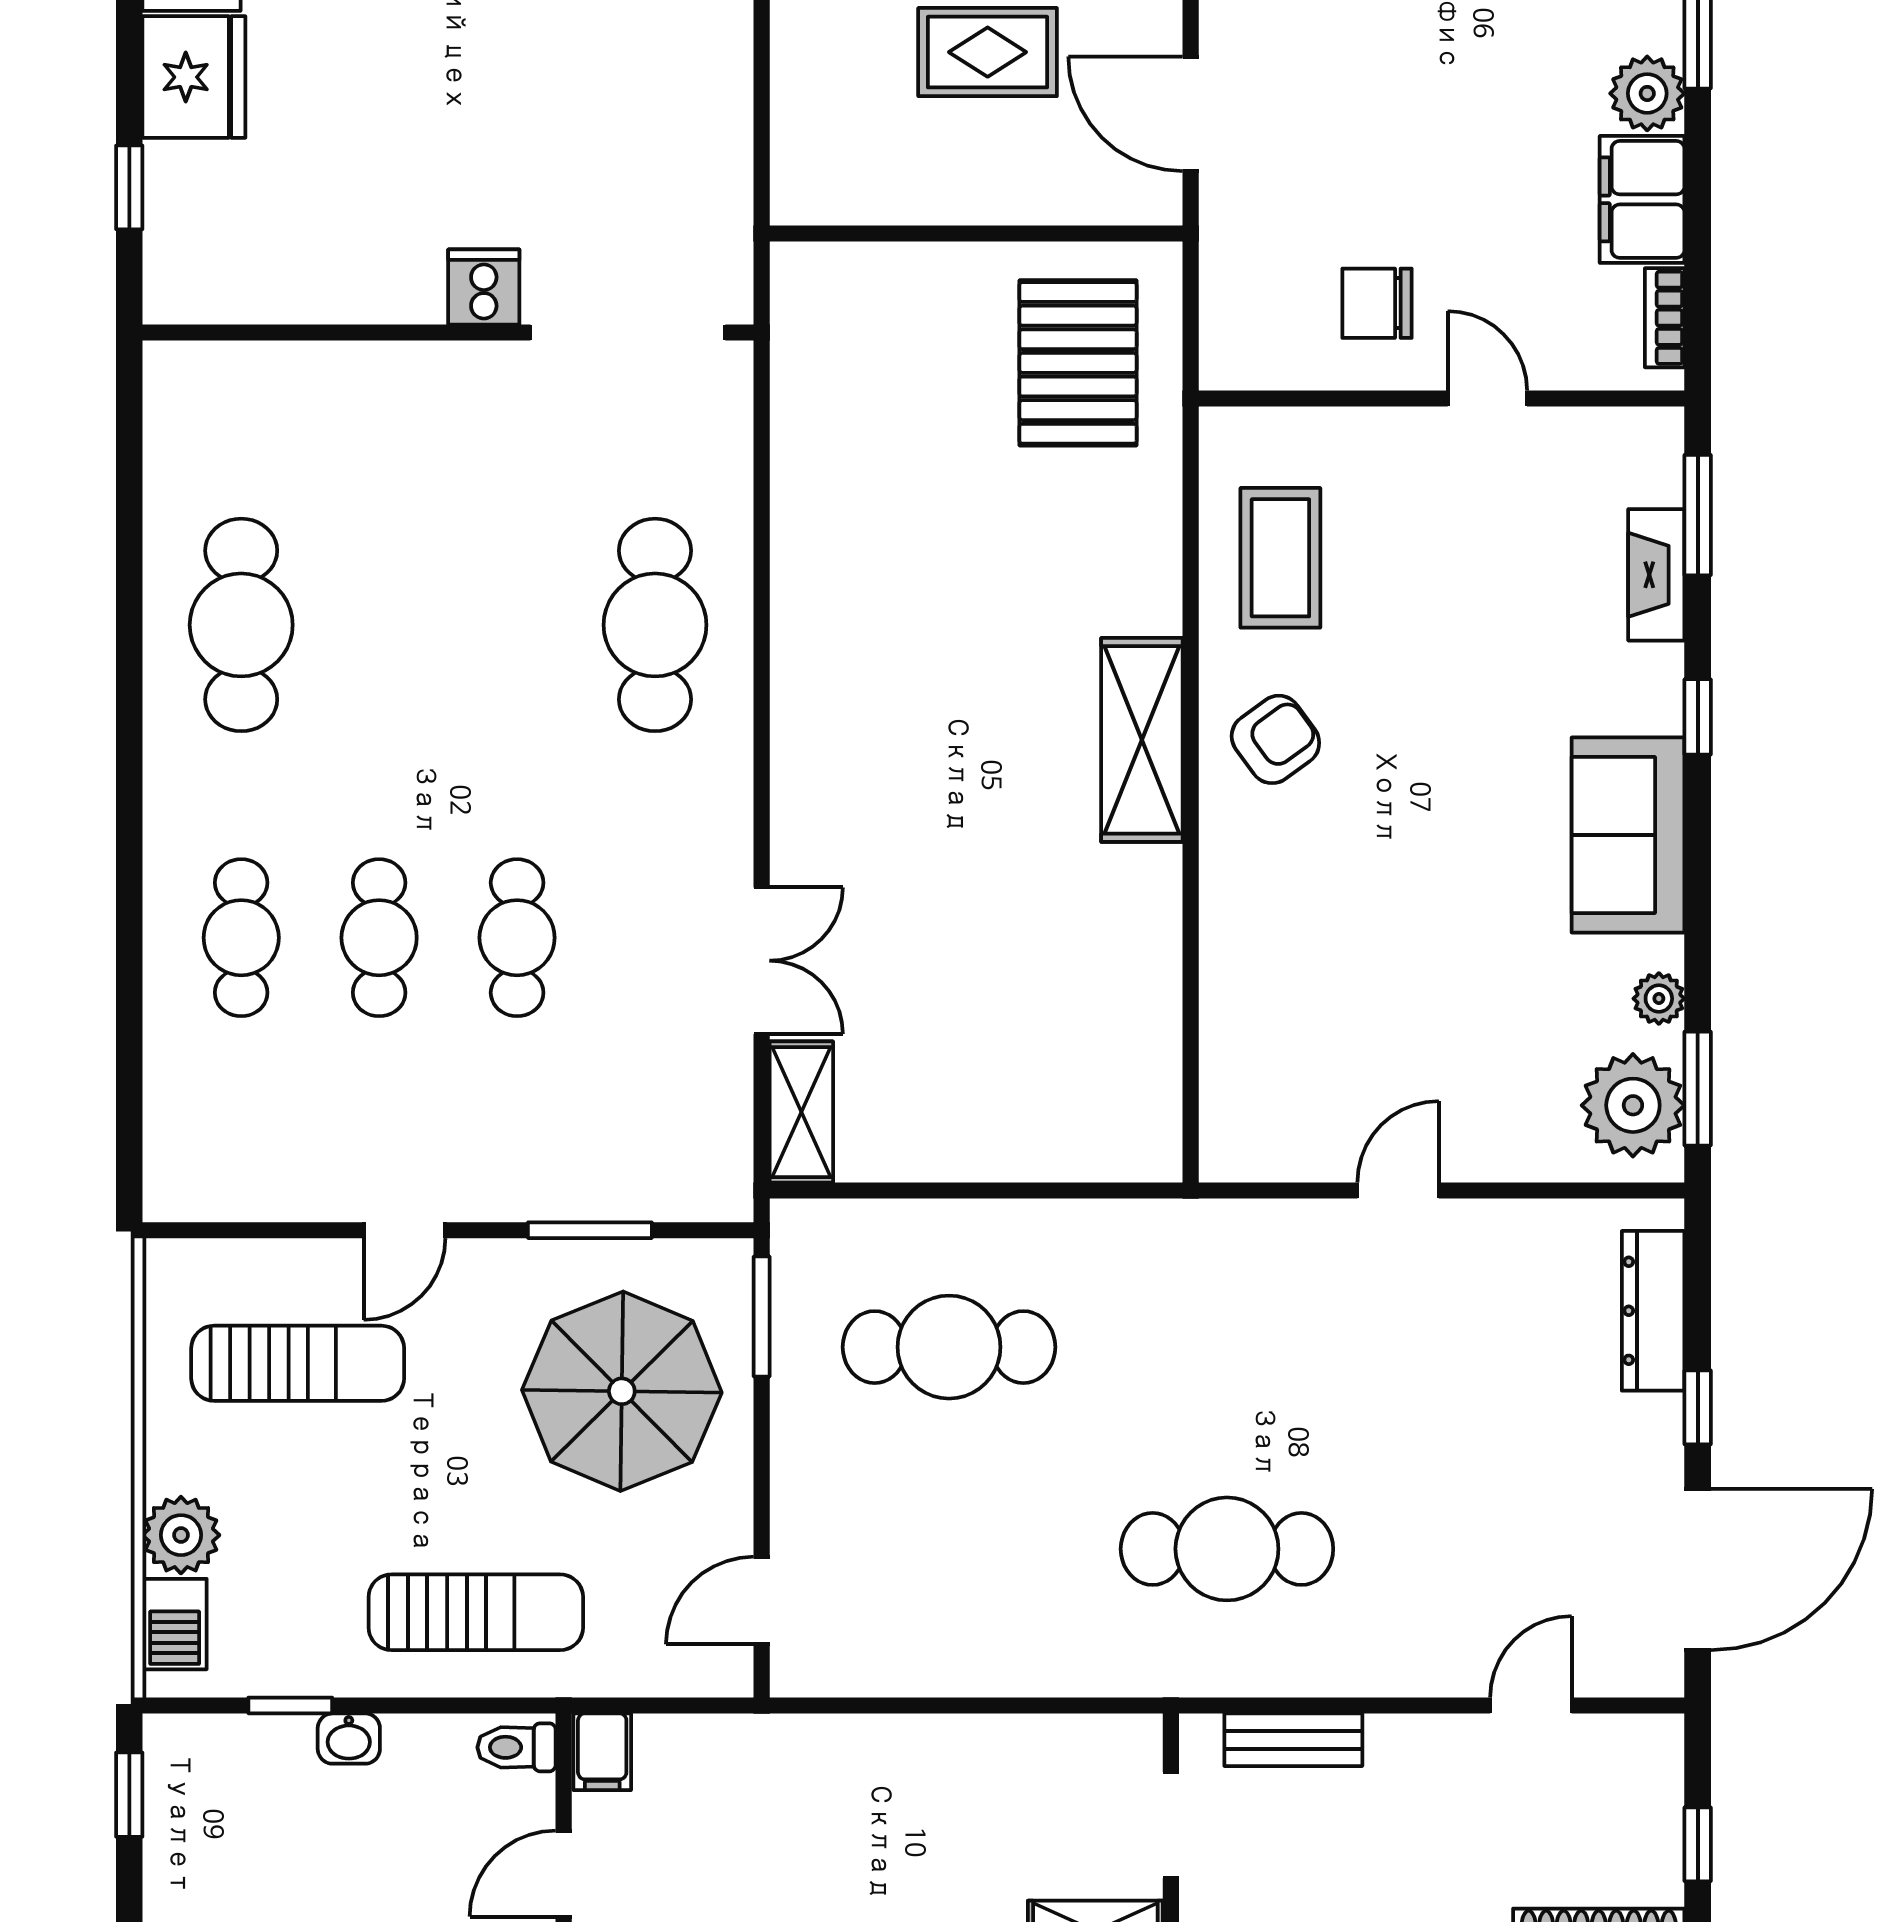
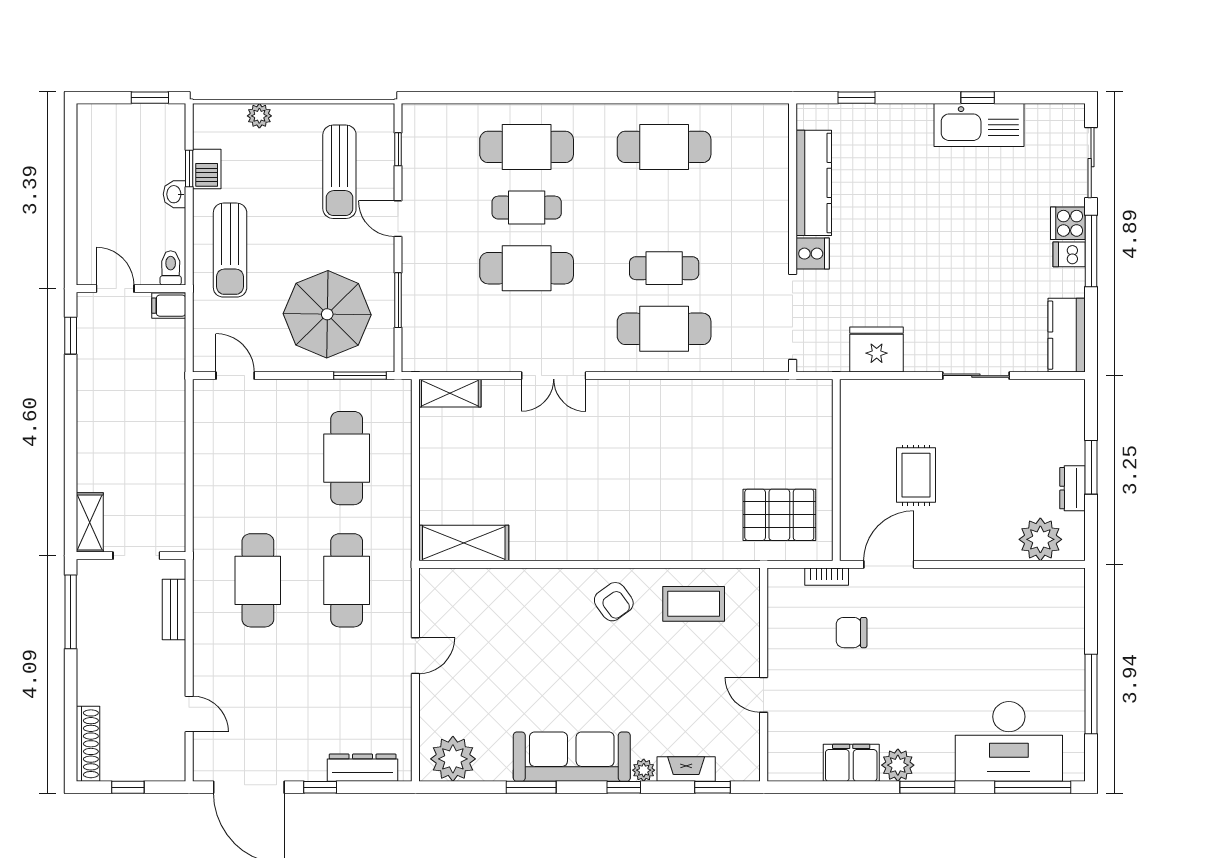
fridge: (194, 77) -> (877, 350), moved, turned 180
kitchen counter: (323, 285) -> (814, 183), added
chair: (1377, 303) -> (852, 633), moved, turned -90
bookcase: (1665, 318) -> (827, 577), moved, turned 180
door: (1487, 398) -> (764, 695), swing flipped
window: (1698, 515) -> (712, 787), width x0.67
cafe table: (517, 625) -> (664, 268), added
shelving: (1142, 740) -> (464, 543), moved
sofa: (1628, 835) -> (572, 757), width x1.36
cafe table: (241, 938) -> (527, 147), width x1.37, depth x1.35
cafe table: (517, 938) -> (527, 268), width x1.37, depth x1.35
double door: (762, 961) -> (554, 376), moved
plant: (1659, 999) -> (644, 770), moved
window: (1698, 1089) -> (531, 787), moved
door: (1398, 1191) -> (415, 656), hinge flipped
window: (247, 1230) -> (398, 149), added
cafe table: (1227, 1347) -> (347, 580), added
plant: (181, 1535) -> (259, 116), width x0.73, depth x0.73
barbecue: (175, 1624) -> (207, 169), moved, turned -90

